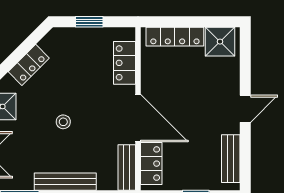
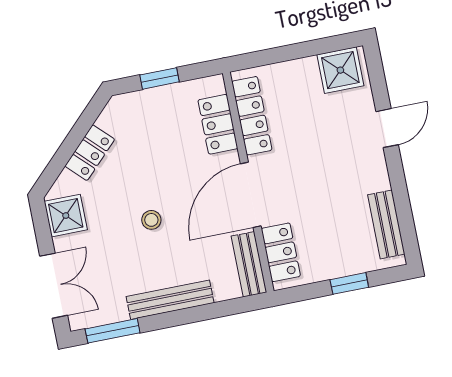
locker: (175, 37) -> (252, 116), moved, turned -90
door: (245, 109) -> (387, 128), moved
door: (138, 118) -> (251, 195), swing flipped

